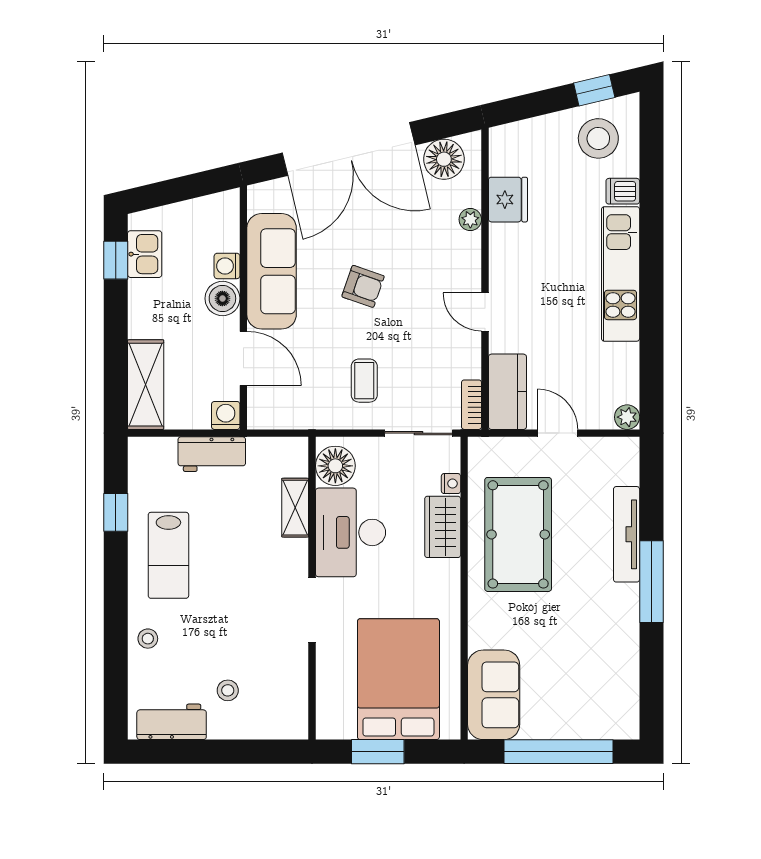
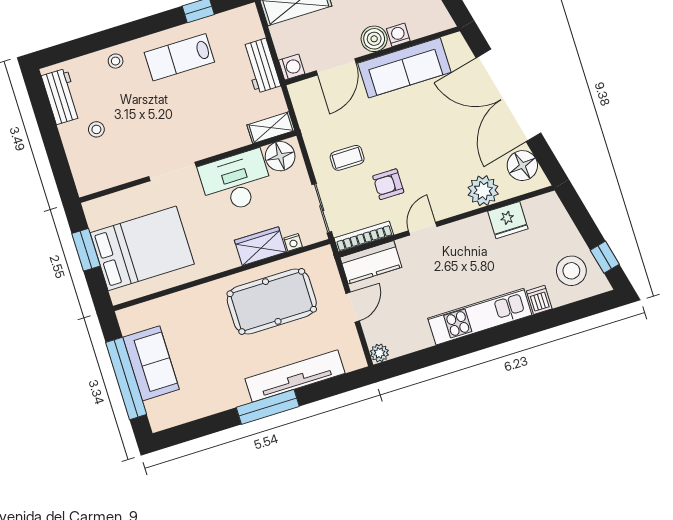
plant: (470, 219) -> (483, 191), width x1.88, depth x1.88
armchair: (363, 286) -> (388, 184), moved, turned 71
bookcase: (471, 405) -> (364, 236), width x1.56
shelving: (295, 508) -> (271, 128), moved
tv unit: (627, 534) -> (295, 376), width x1.36, depth x1.29
sofa: (494, 695) -> (151, 363), moved, turned -90

